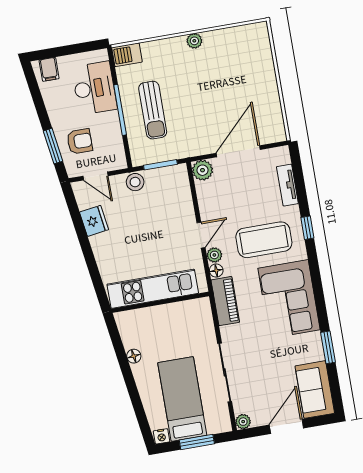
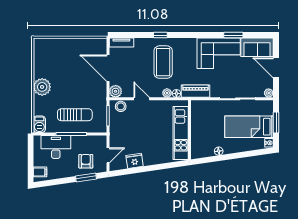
plant: (194, 41) -> (42, 87), width x1.87, depth x1.87
stool: (135, 182) -> (121, 106), moved
tv unit: (287, 185) -> (121, 43), moved
door: (201, 235) -> (142, 99), moved
corner sofa: (289, 299) -> (219, 53), moved

